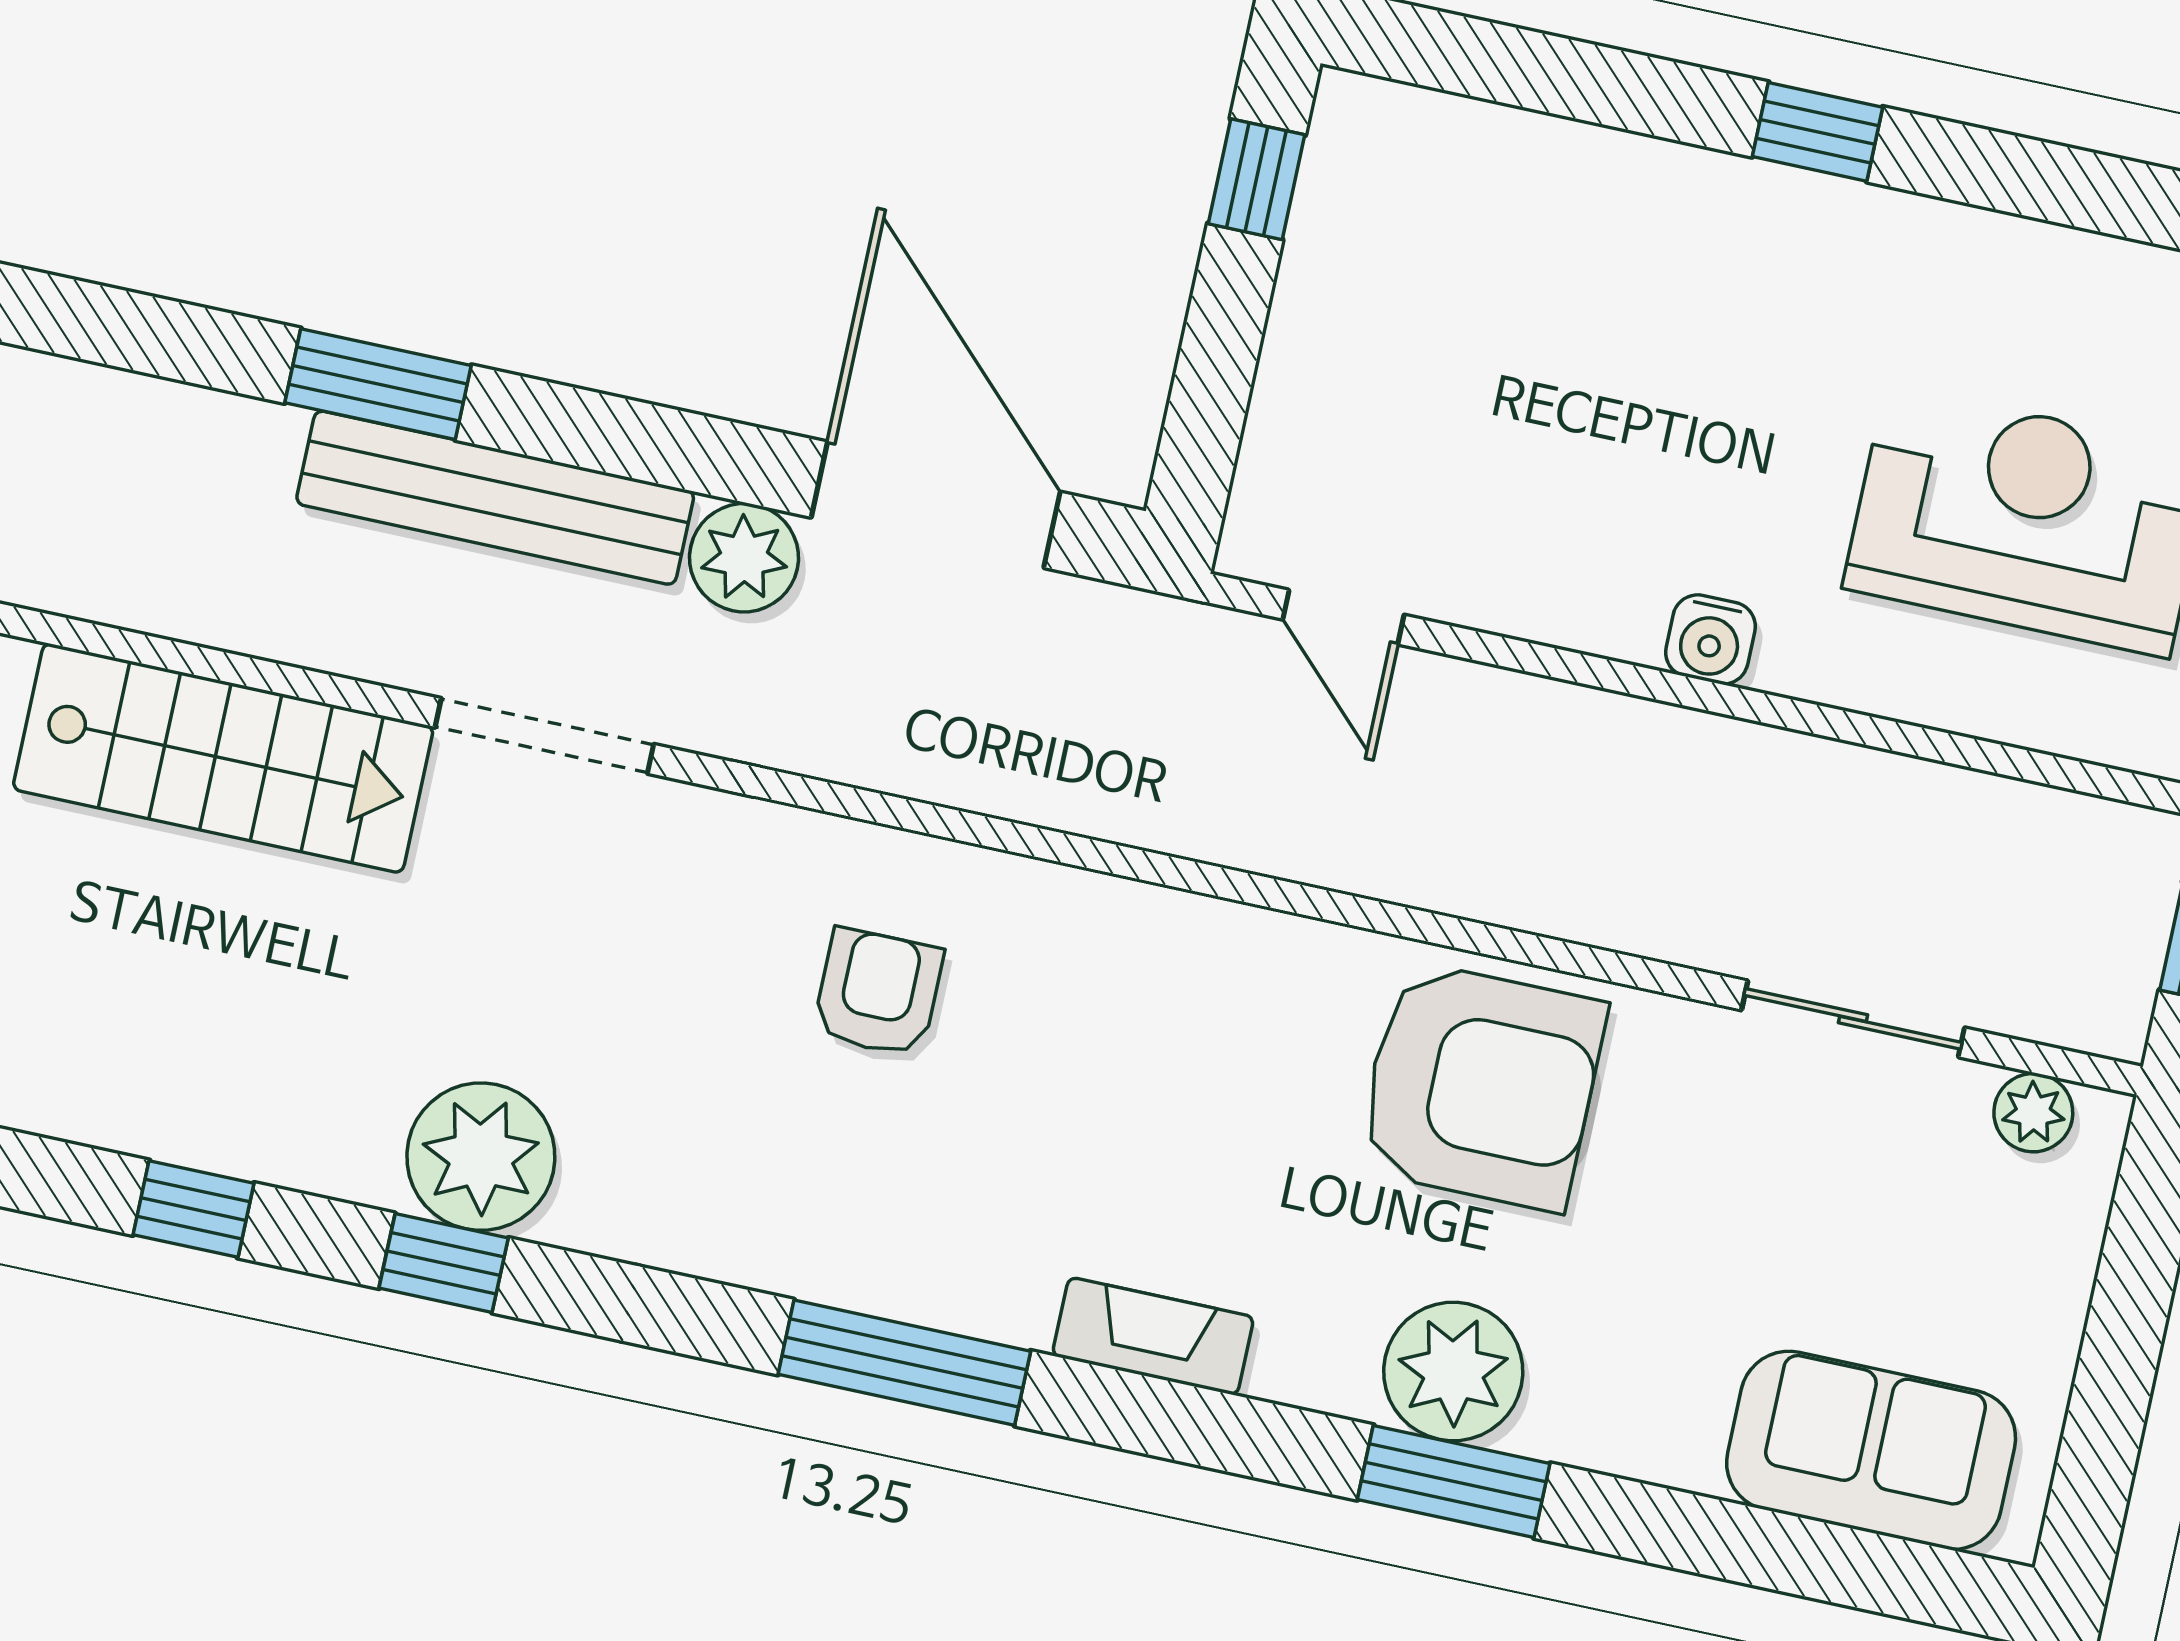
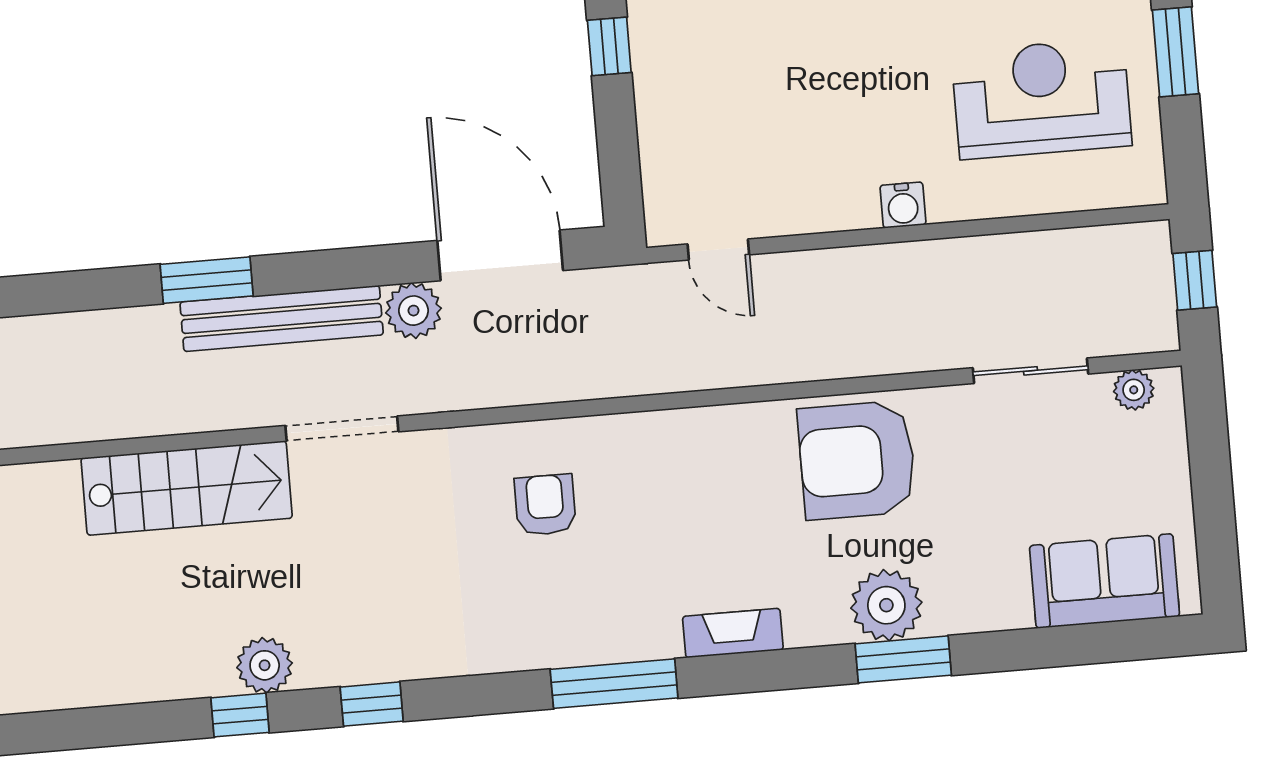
armchair: (1481, 1086) -> (857, 460), turned 180
plant: (481, 1157) -> (265, 665), moved, width x0.73, depth x0.73

